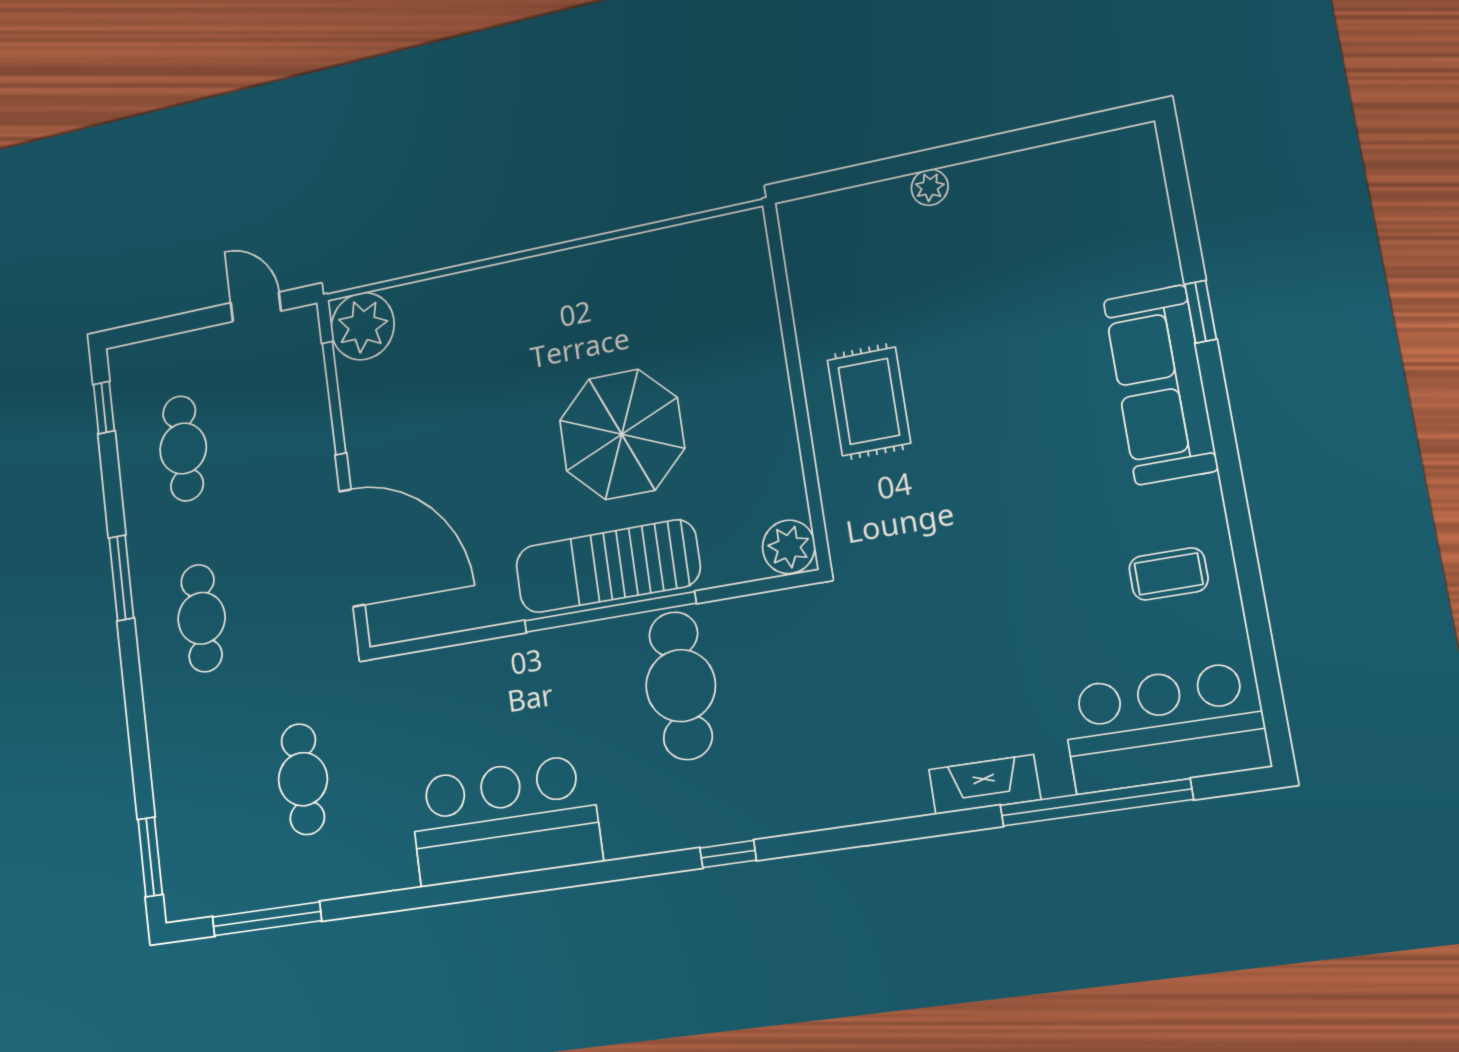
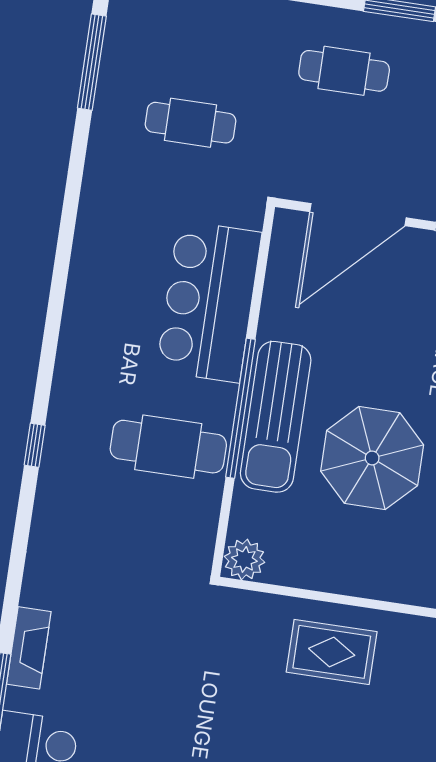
sun lounger: (607, 566) -> (276, 417), turned 180
bar counter: (505, 821) -> (209, 302), moved, turned 180

